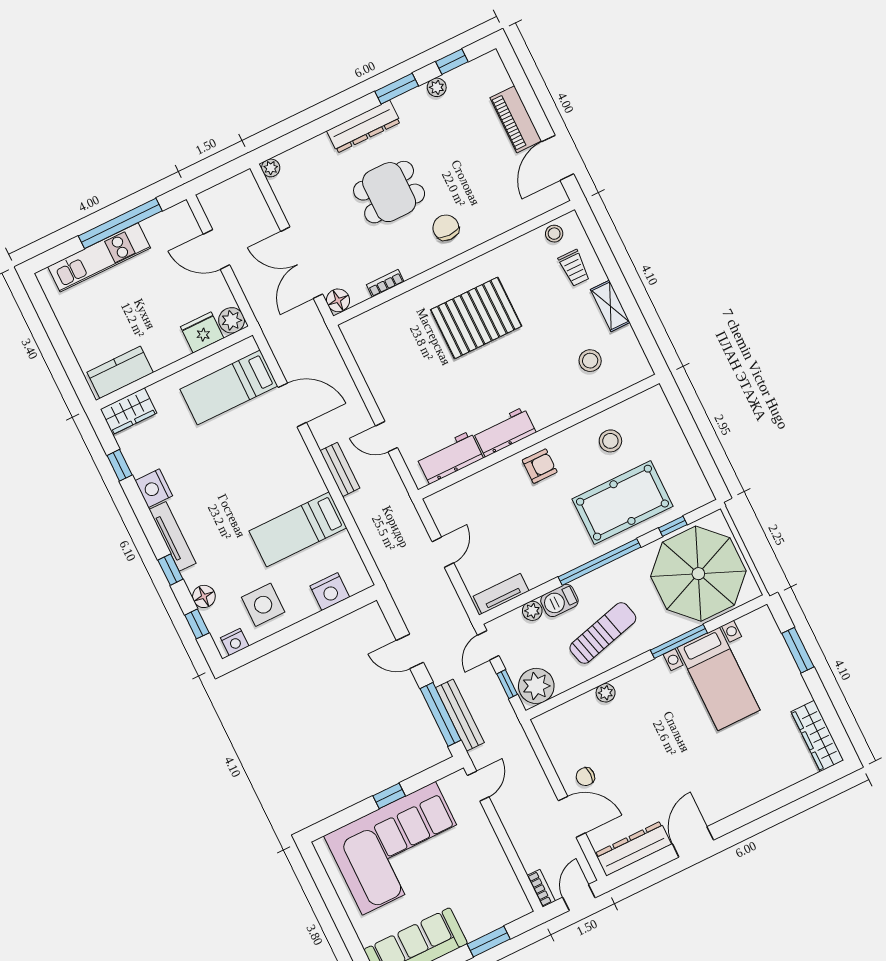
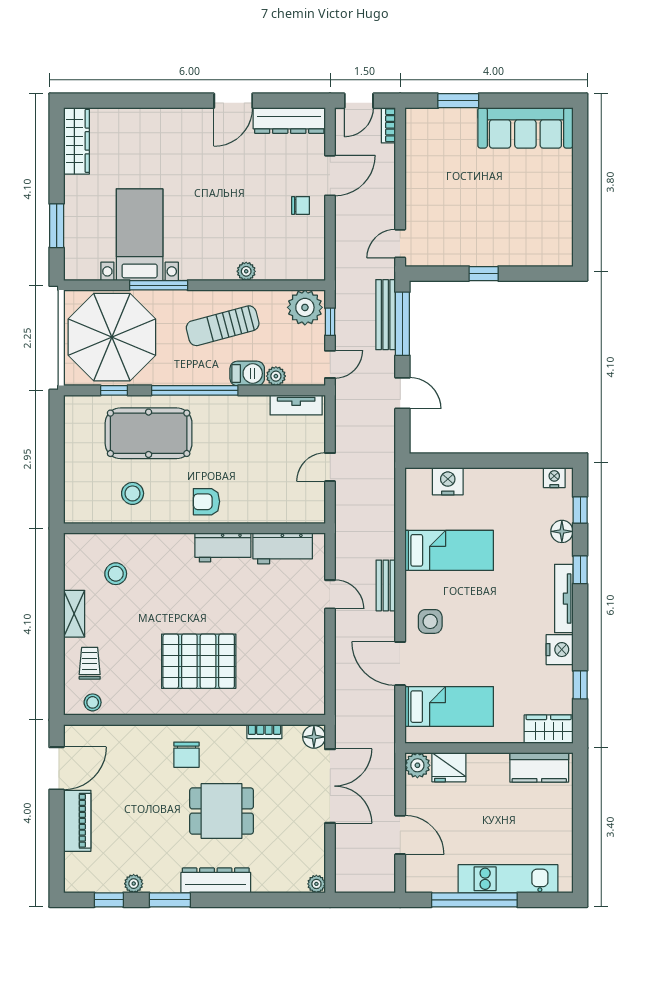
side table: (263, 605) -> (430, 621), moved, width x0.73, depth x0.73
door: (572, 817) -> (330, 176), swing flipped
corner sofa: (399, 848) -> (498, 223), removed

